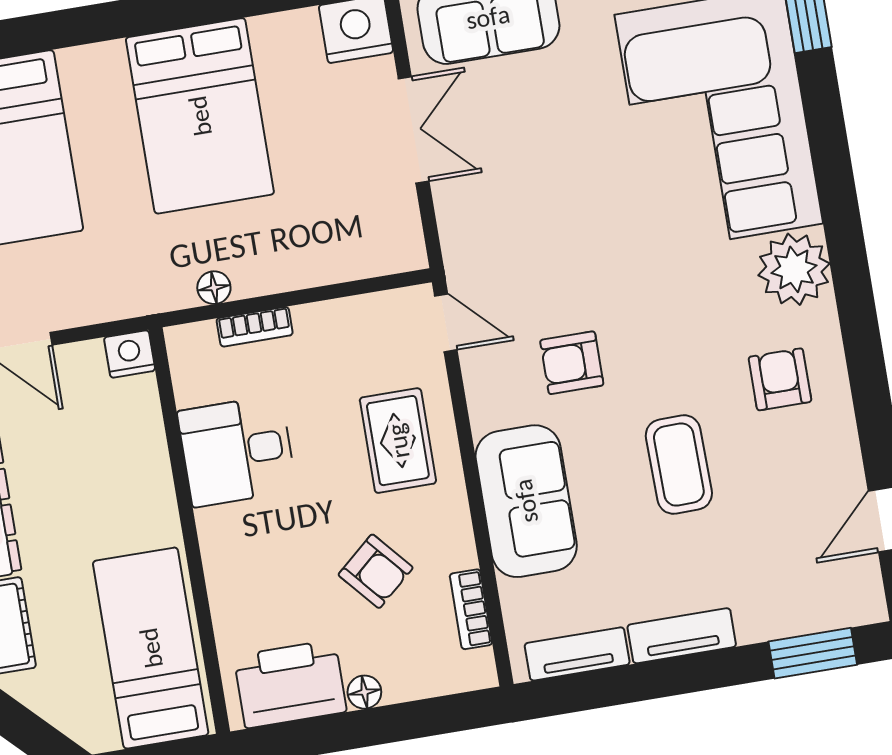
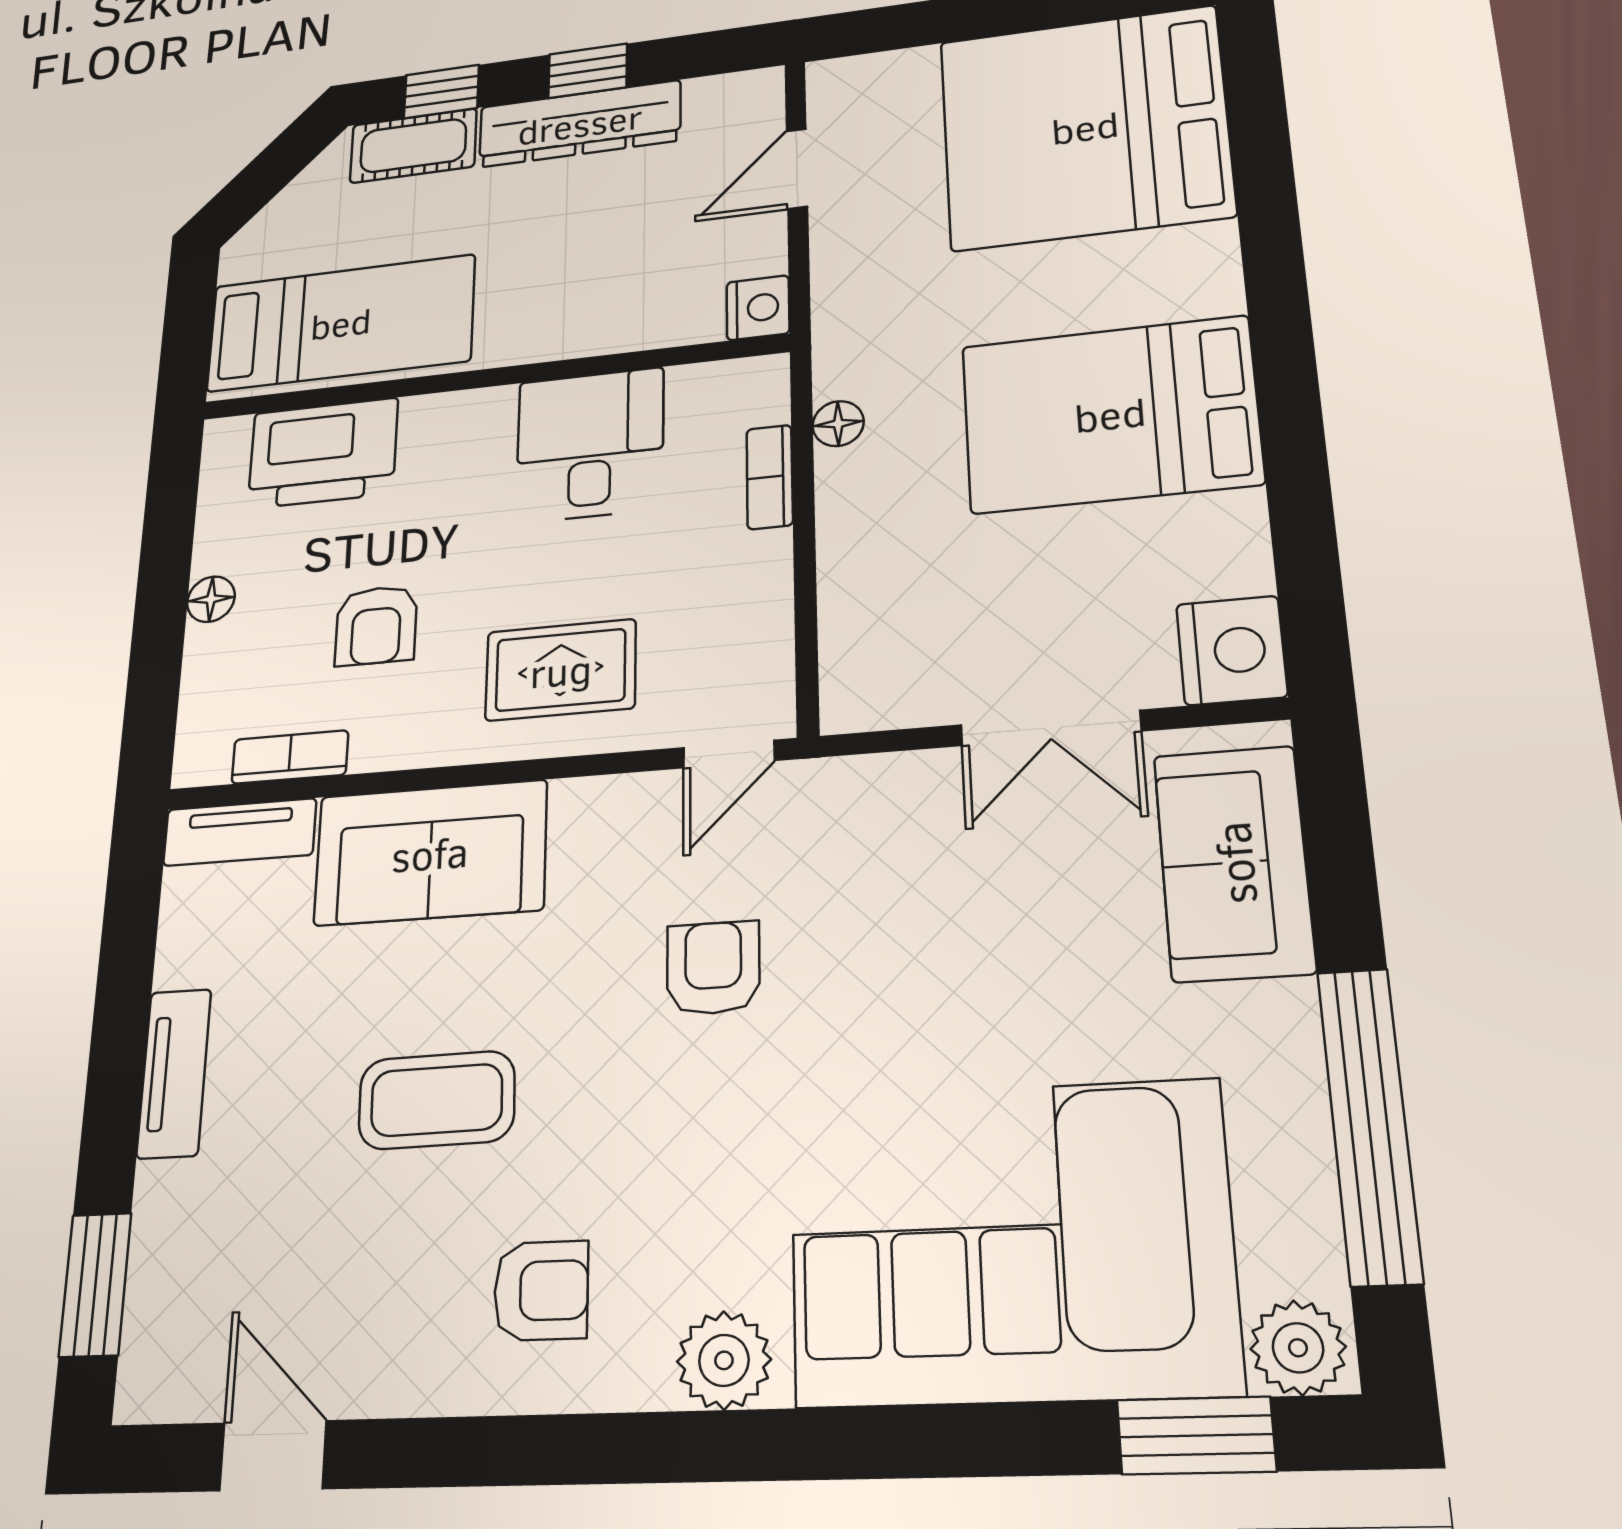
plant: (794, 269) -> (724, 1360), width x0.73, depth x0.73
armchair: (572, 363) -> (713, 968), moved
armchair: (376, 571) -> (376, 625), turned -49
tv unit: (577, 654) -> (240, 832), moved, turned 90
printer: (290, 684) -> (323, 453), moved, turned 90

